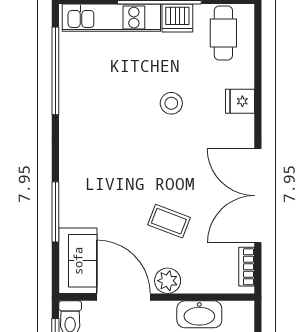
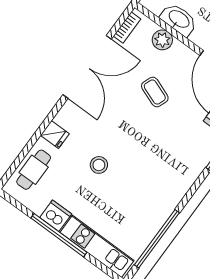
cafe table: (223, 33) -> (34, 170), moved
plant: (168, 281) -> (162, 40), moved

